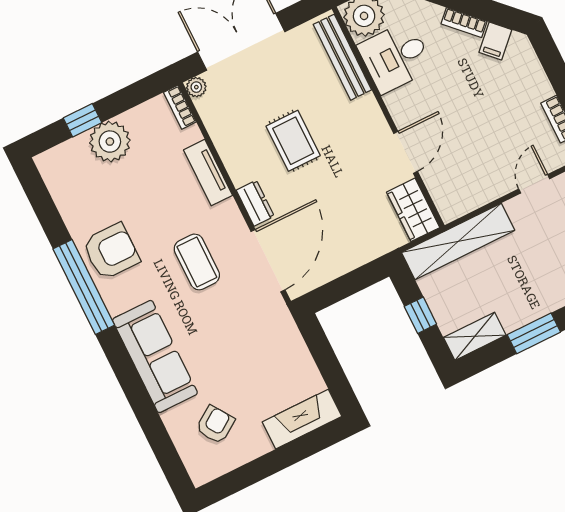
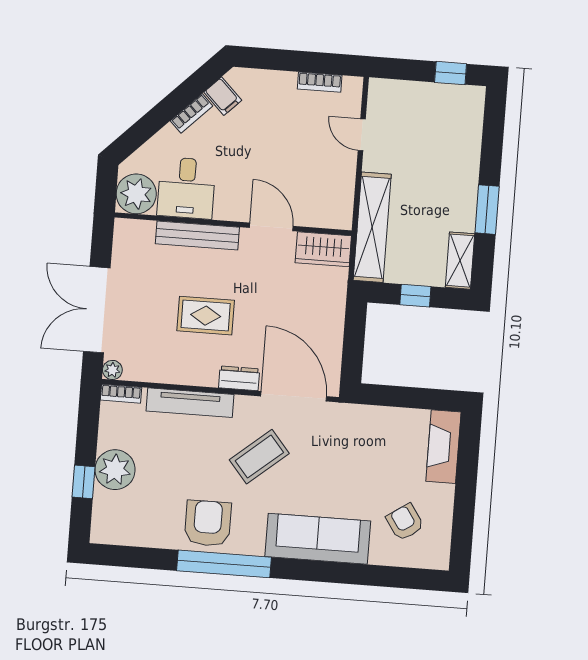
bench: (342, 57) -> (197, 235), moved
tv unit: (208, 173) -> (190, 403), width x1.41
coffee table: (197, 262) -> (259, 457), turned -40

